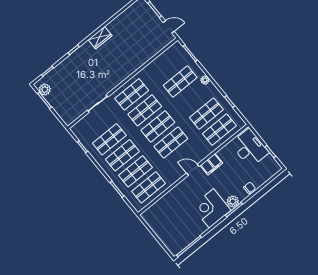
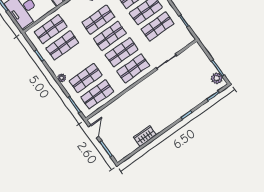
door: (169, 27) -> (94, 131), swing flipped
wardrobe: (100, 38) -> (145, 136), moved
shop shelf: (167, 65) -> (97, 94), added

